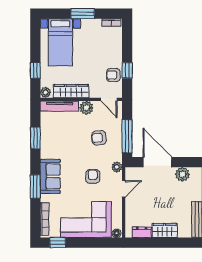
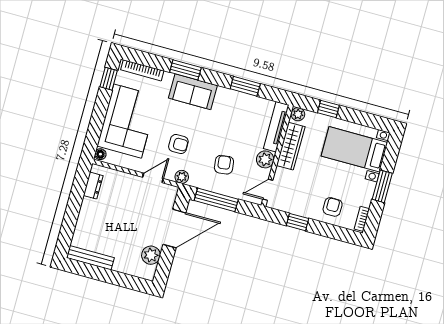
armchair: (113, 75) -> (333, 207), moved
door: (124, 189) -> (153, 178), swing flipped
wardrobe: (165, 230) -> (88, 214), removed

